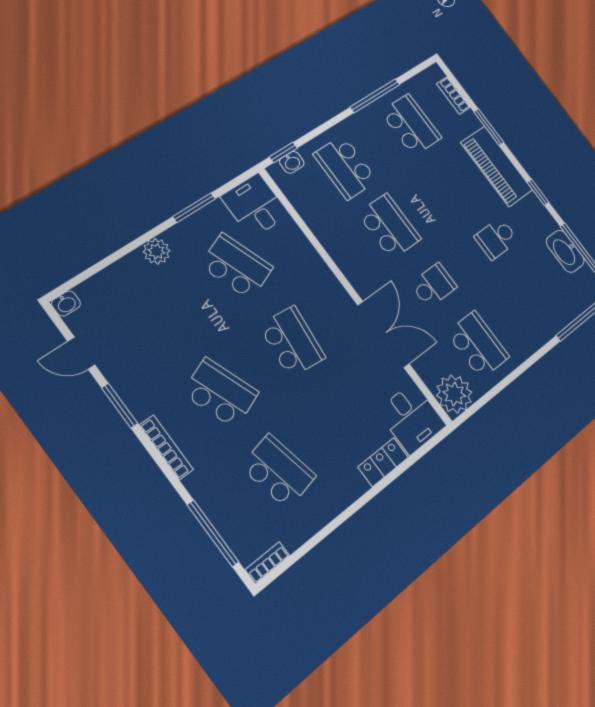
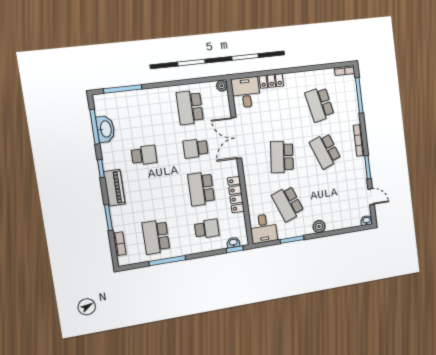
piano: (497, 166) -> (114, 188), width x0.73, depth x0.75
school desk: (345, 167) -> (207, 229), width x0.54
locker: (332, 241) -> (236, 195), added
plant: (454, 394) -> (222, 86), width x0.53, depth x0.53

